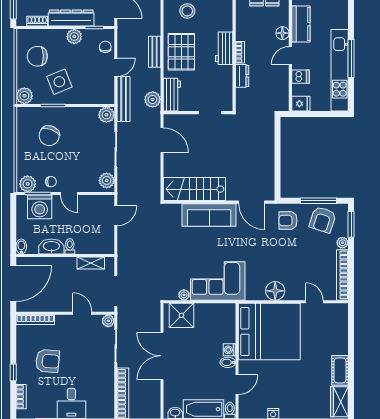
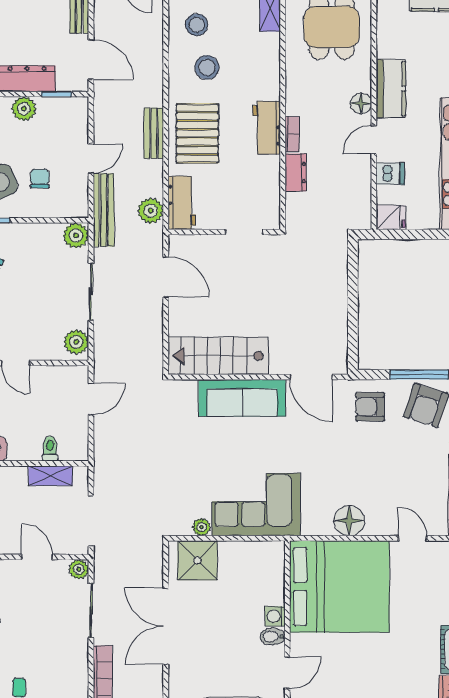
chair: (105, 47) -> (40, 179), moved
toilet: (70, 246) -> (50, 449), moved

